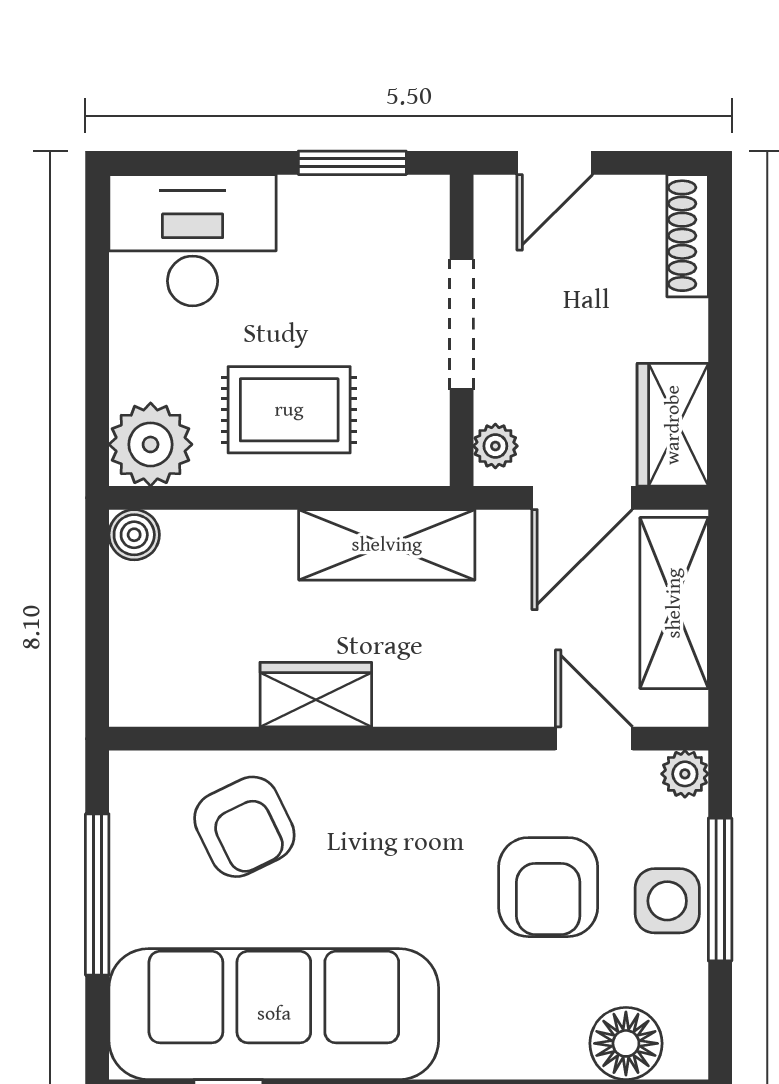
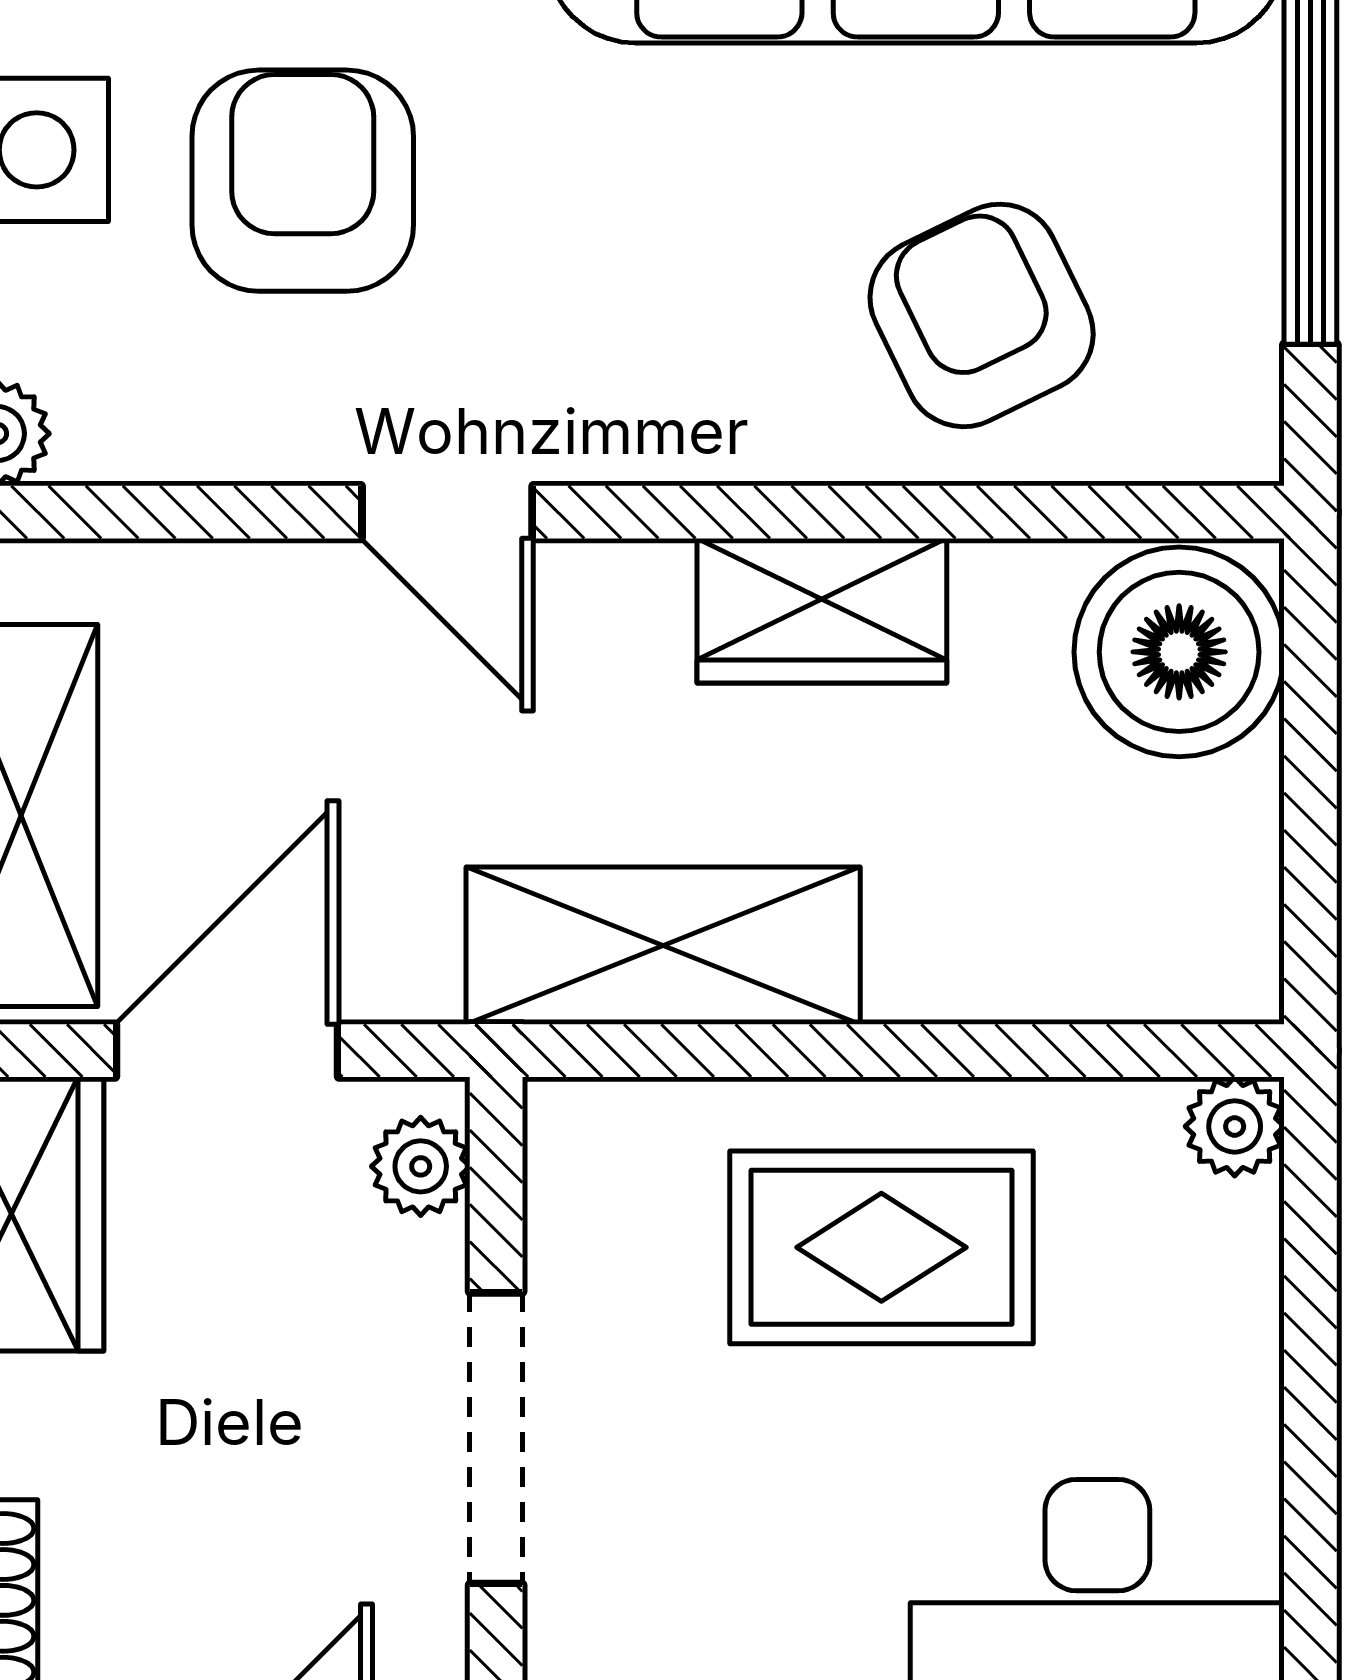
plant: (151, 444) -> (1235, 1126), width x0.53, depth x0.53
boiler: (134, 535) -> (1179, 652), moved, width x1.86, depth x1.86
door: (594, 739) -> (447, 512), moved

